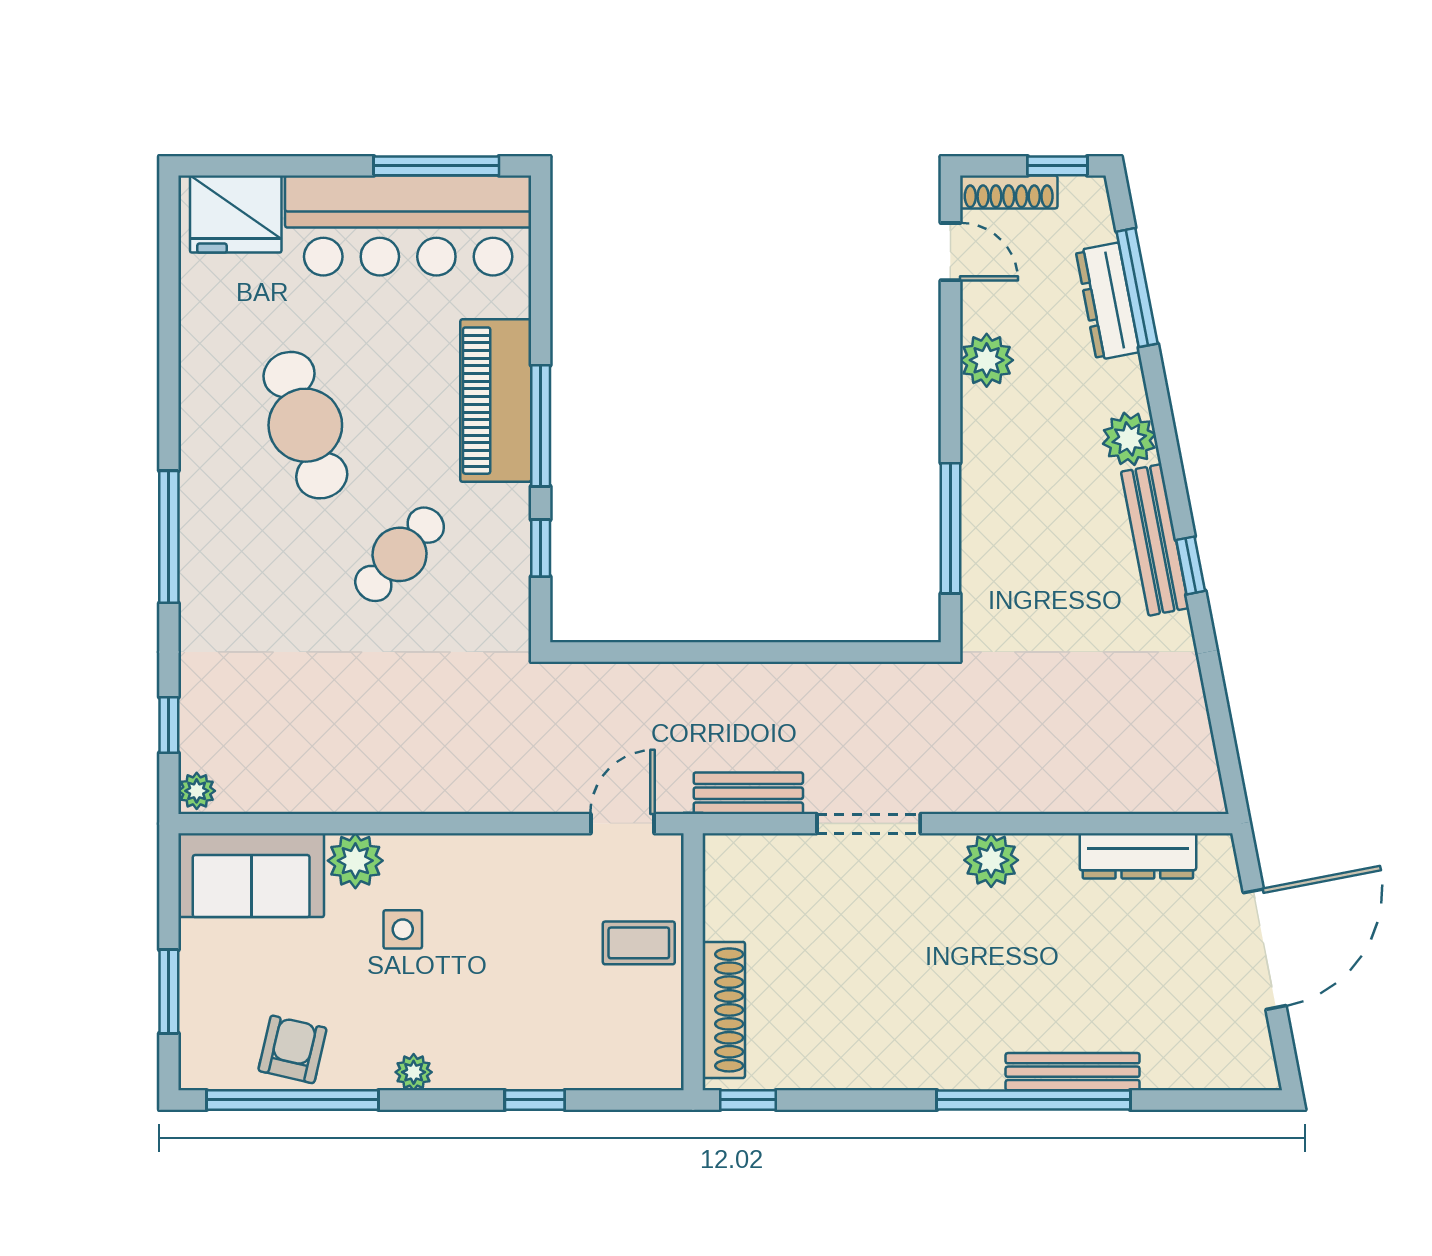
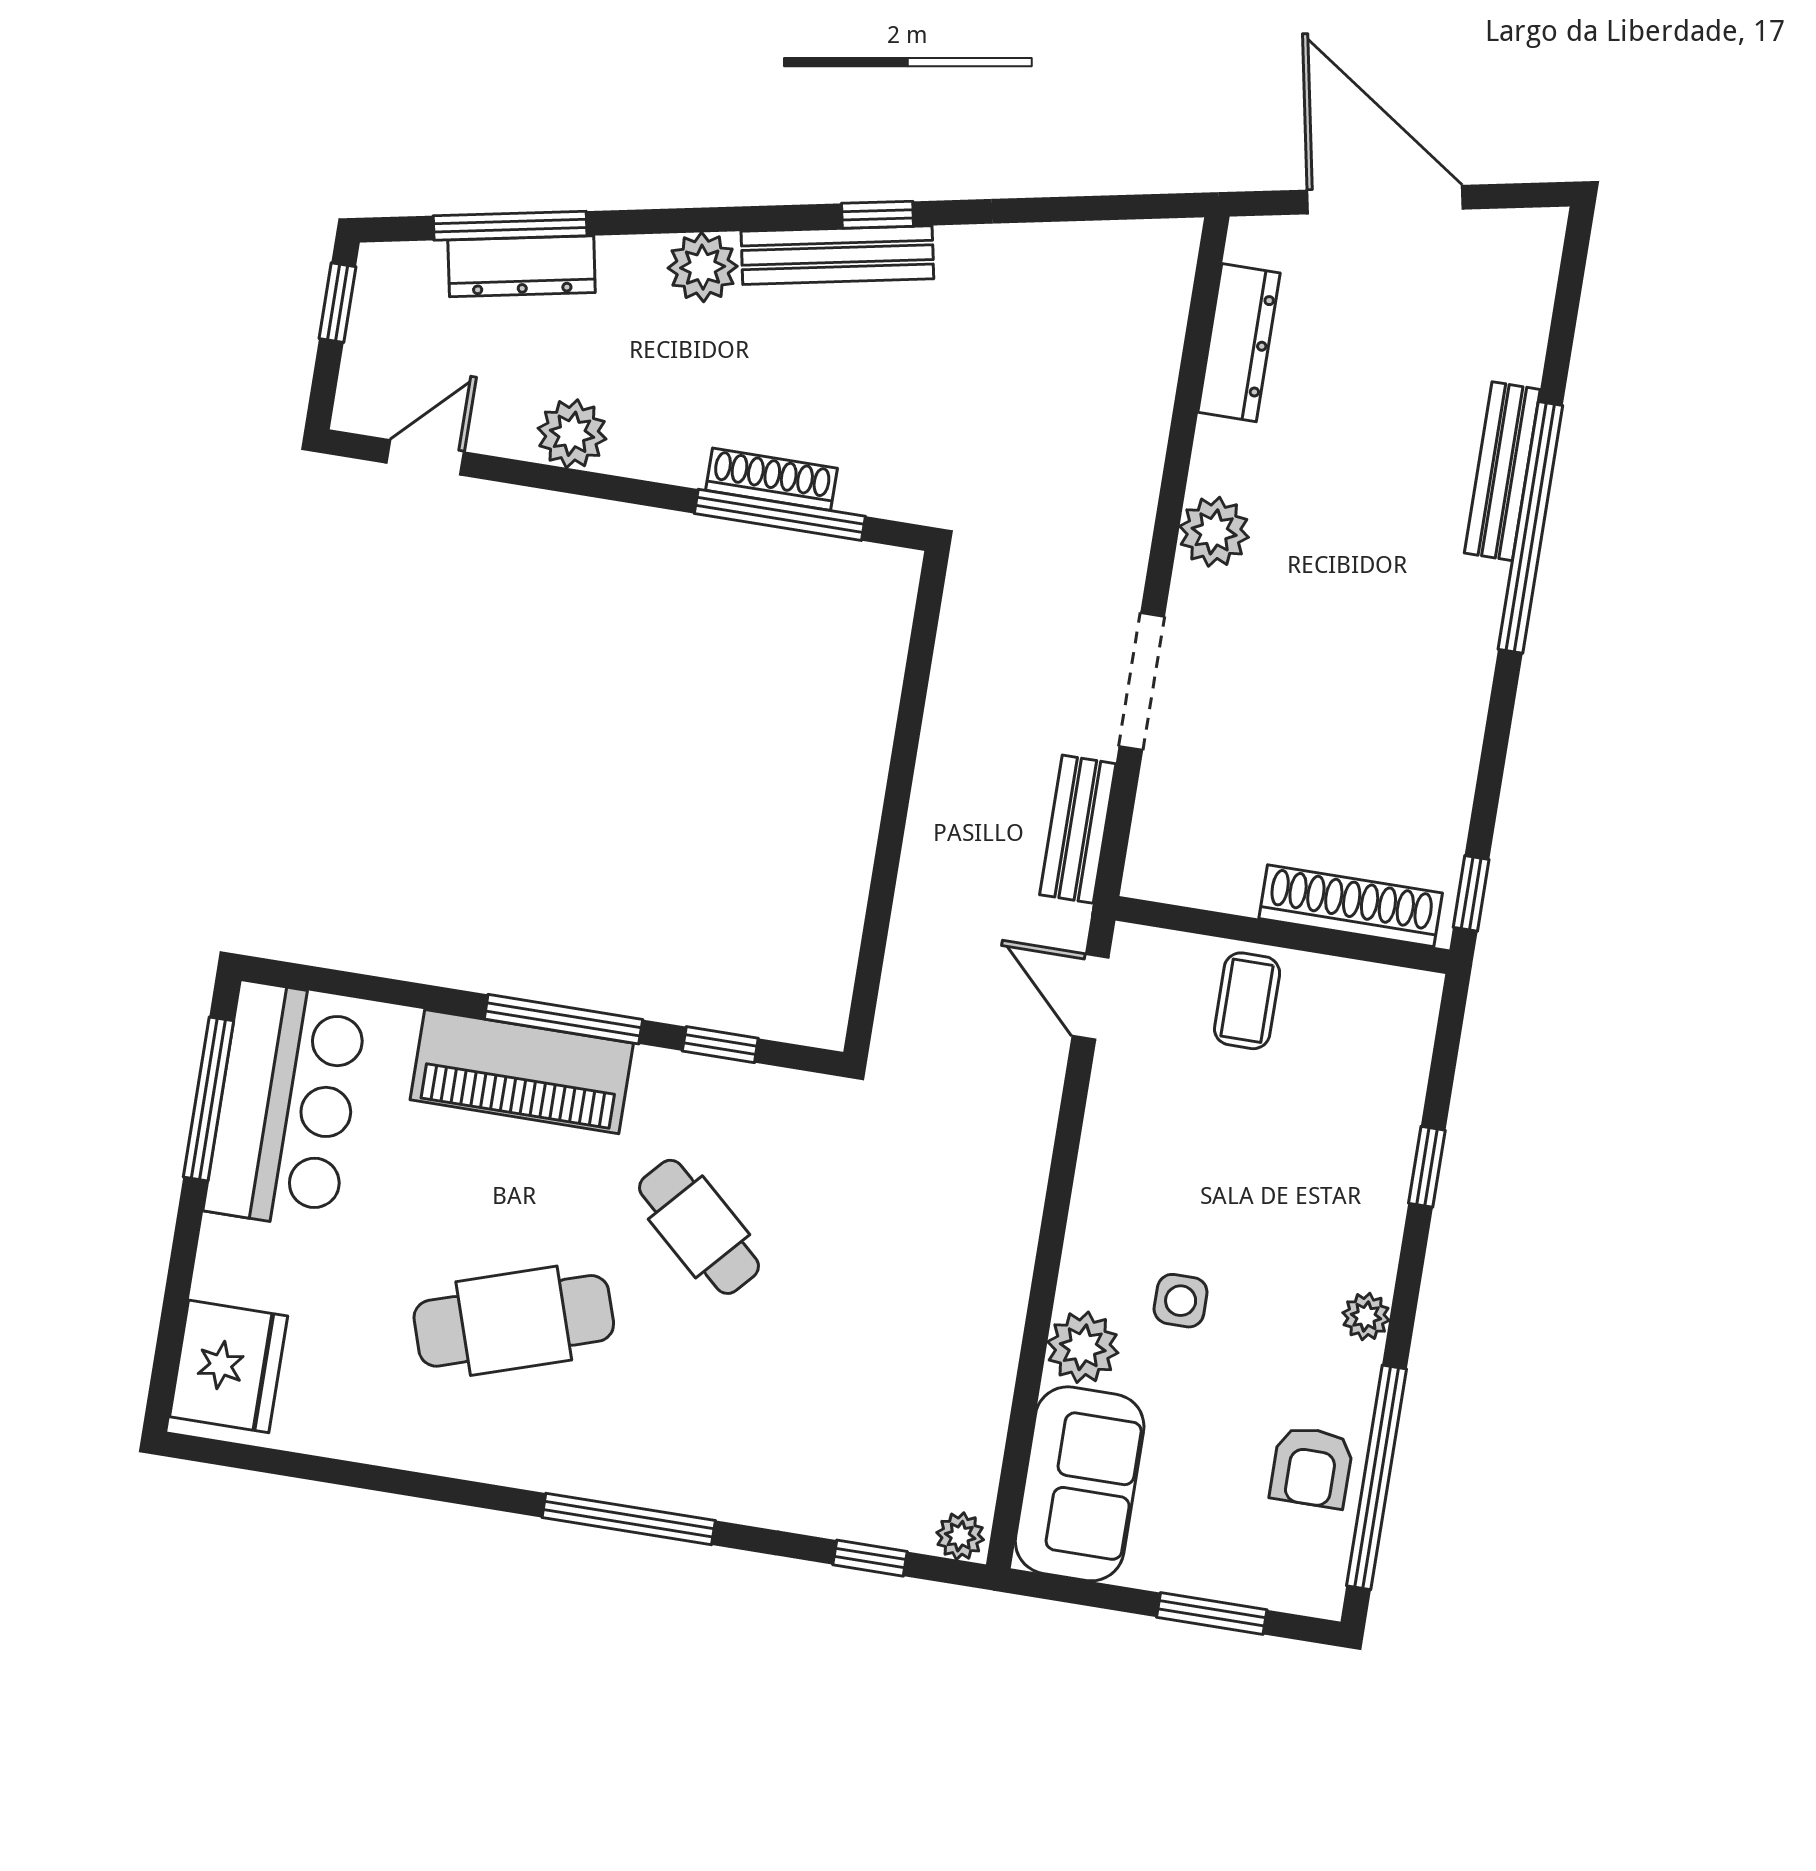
shoe rack: (1009, 192) -> (771, 479), moved, turned -90
bar counter: (408, 226) -> (286, 1106), width x0.73
armchair: (292, 1049) -> (1312, 1467), turned -103

